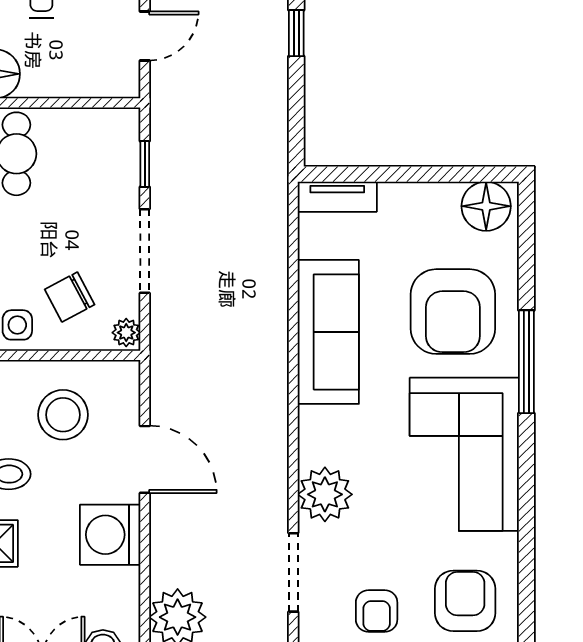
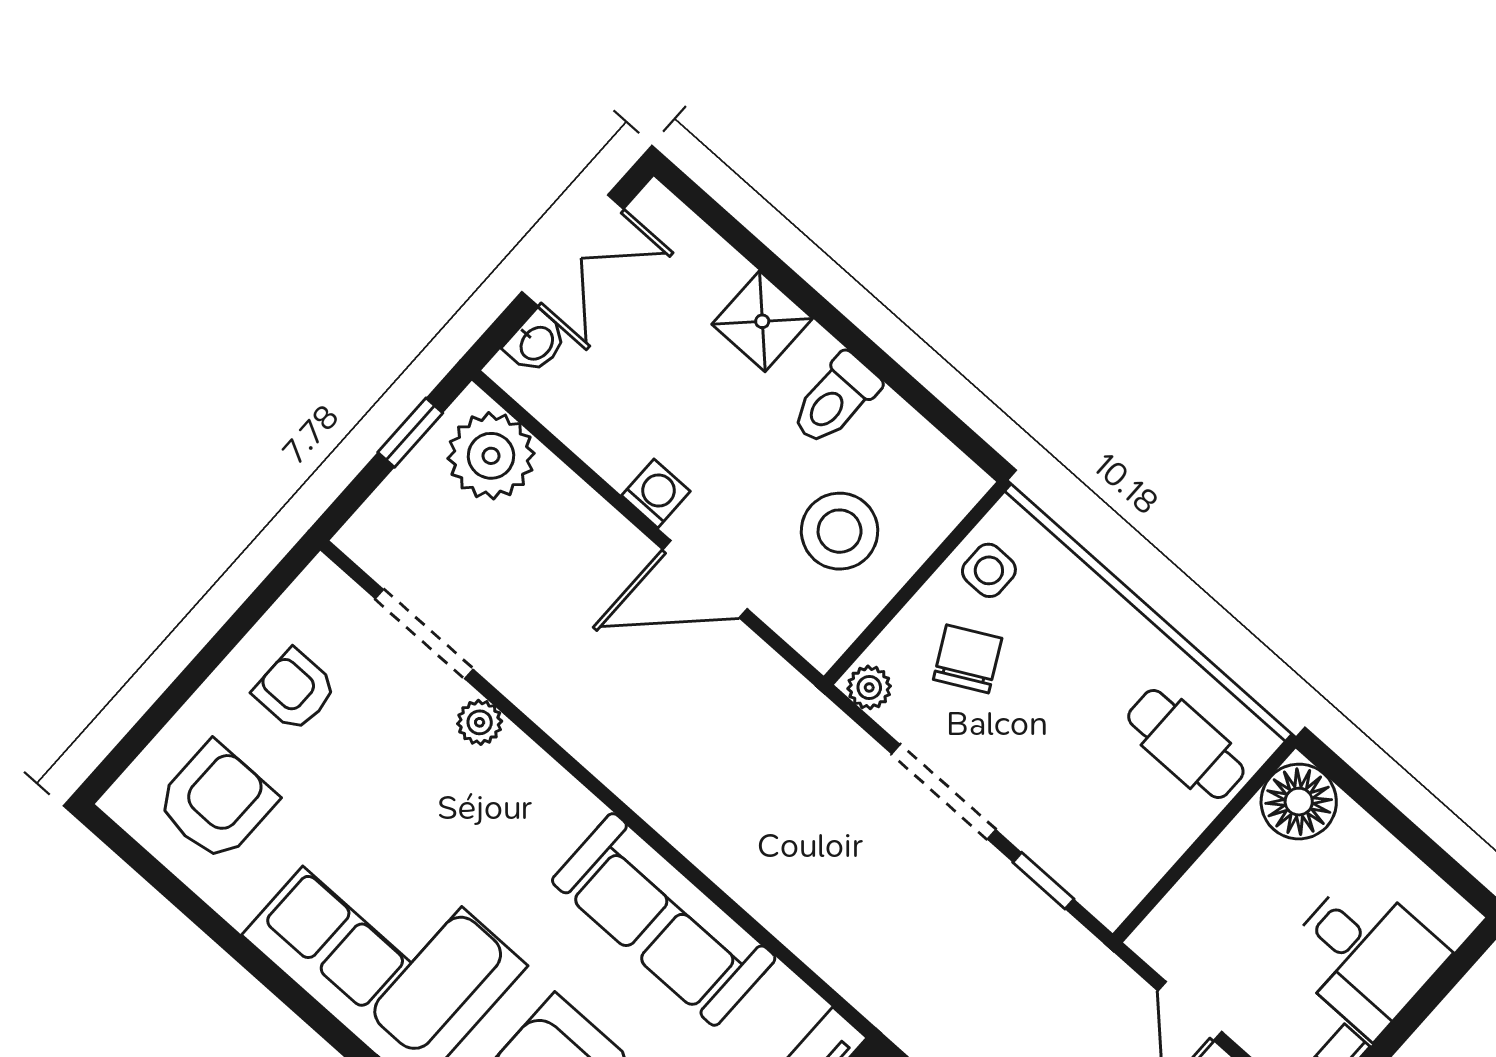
plant: (325, 494) -> (480, 722), width x0.53, depth x0.53
washing machine: (110, 535) -> (656, 493), width x0.53, depth x0.53
armchair: (465, 601) -> (216, 802), turned -90

